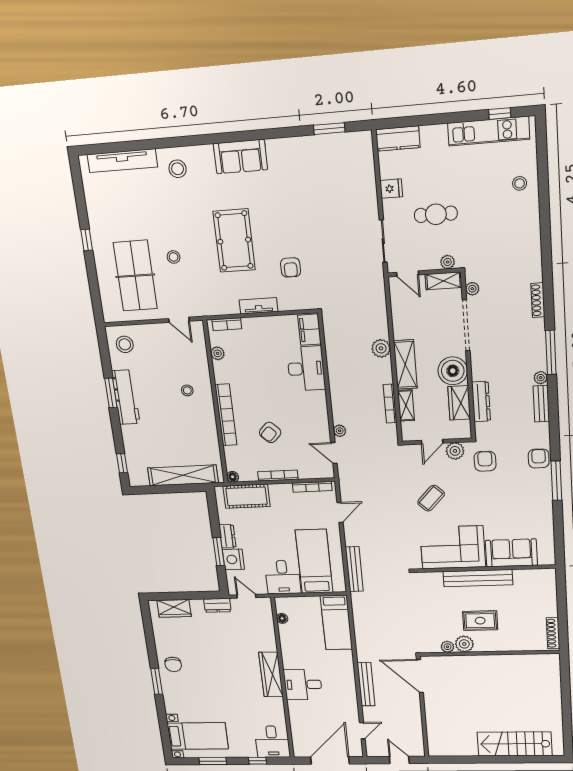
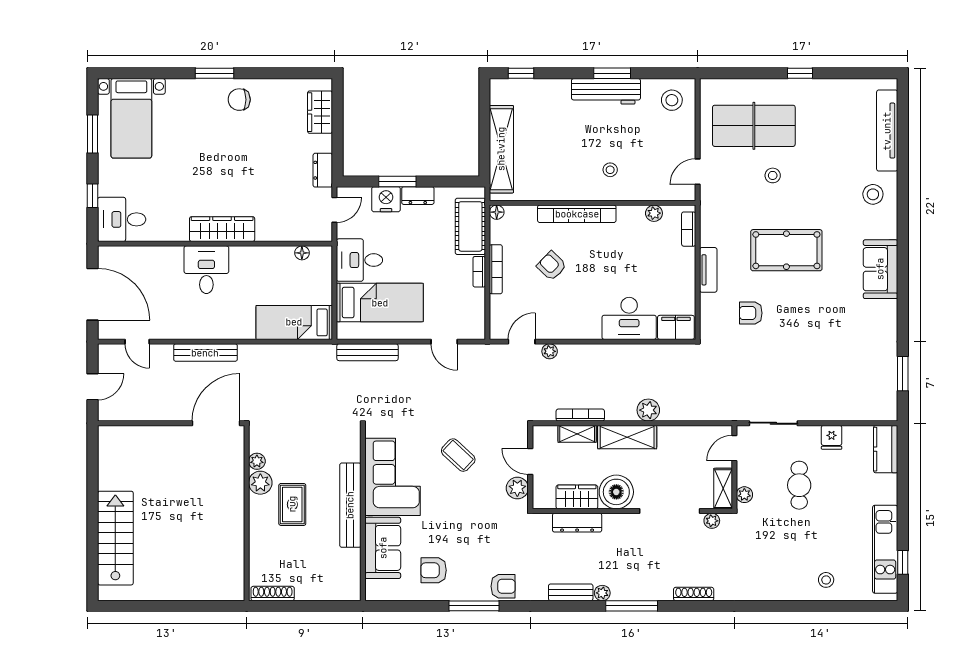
armchair: (485, 461) -> (434, 570), moved, turned 180
bookcase: (312, 487) -> (479, 272), moved, width x0.64

